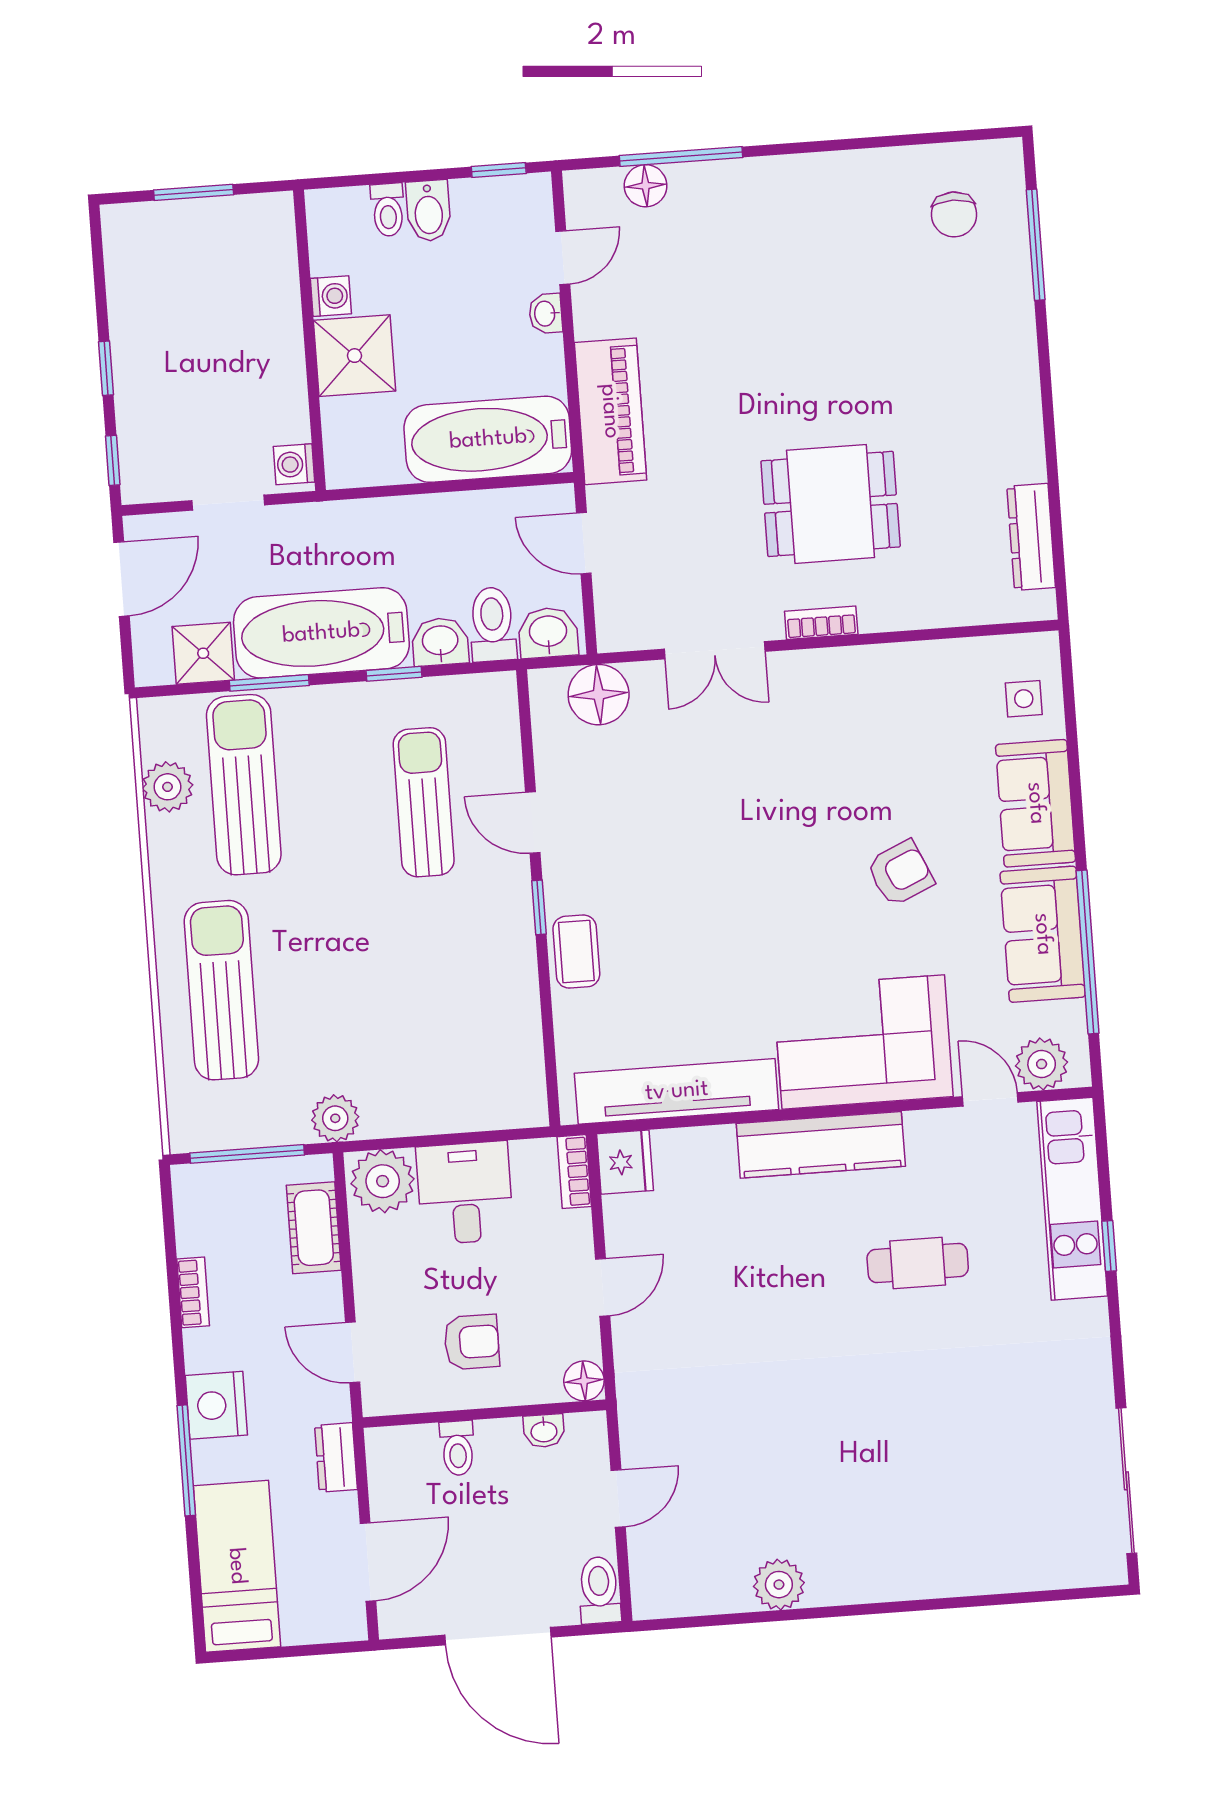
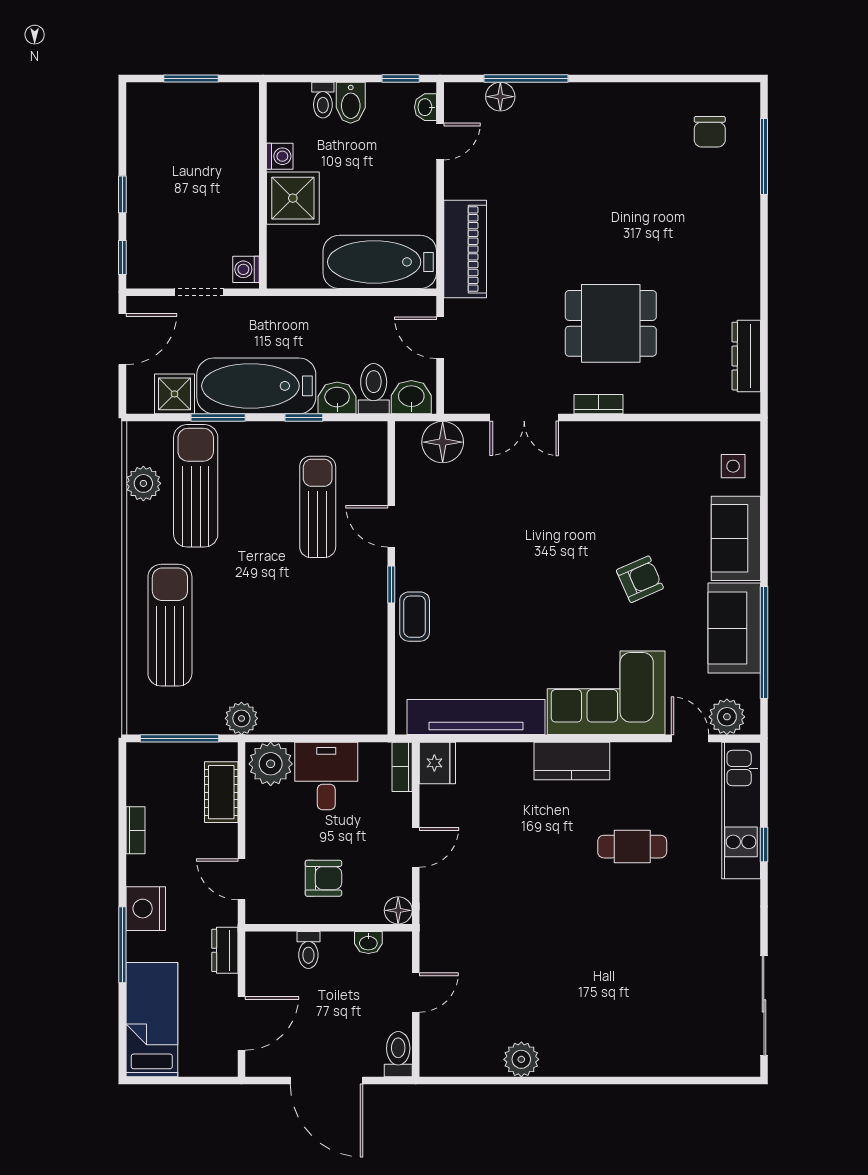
washbasin: (546, 314) -> (426, 107), moved
kitchen counter: (821, 1145) -> (572, 761), width x0.67

